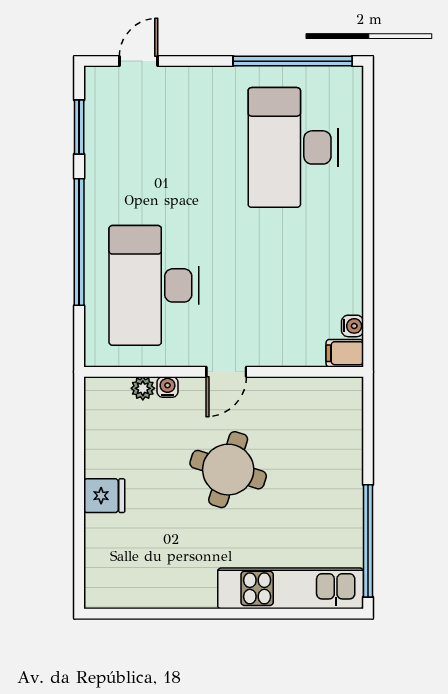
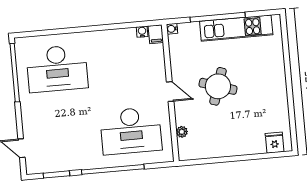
water cooler: (167, 387) -> (172, 29), moved
fridge: (104, 496) -> (275, 143), moved
window: (368, 541) -> (218, 17), moved
kitchen unit: (291, 588) -> (236, 28), moved, turned -90

